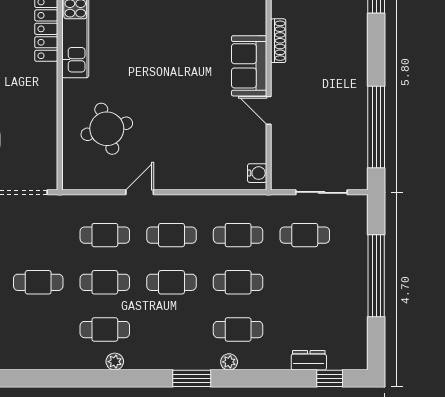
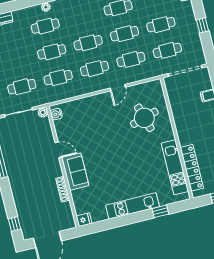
plant: (280, 181) -> (43, 113), added
cafe table: (38, 235) -> (167, 50), added

